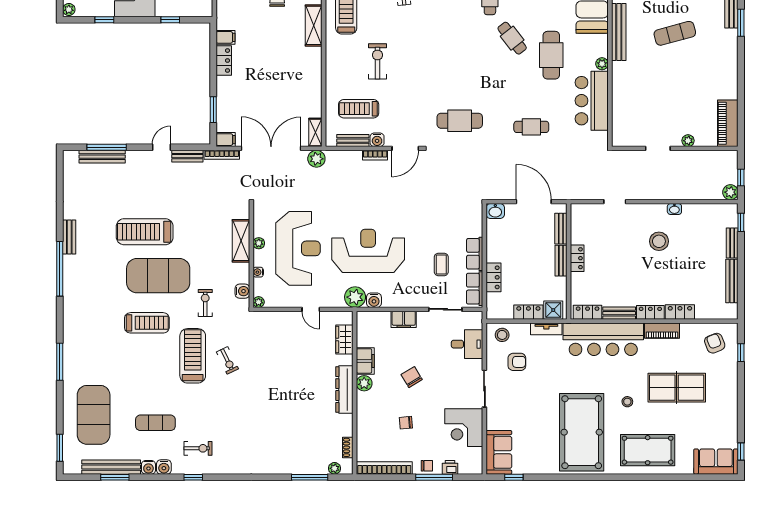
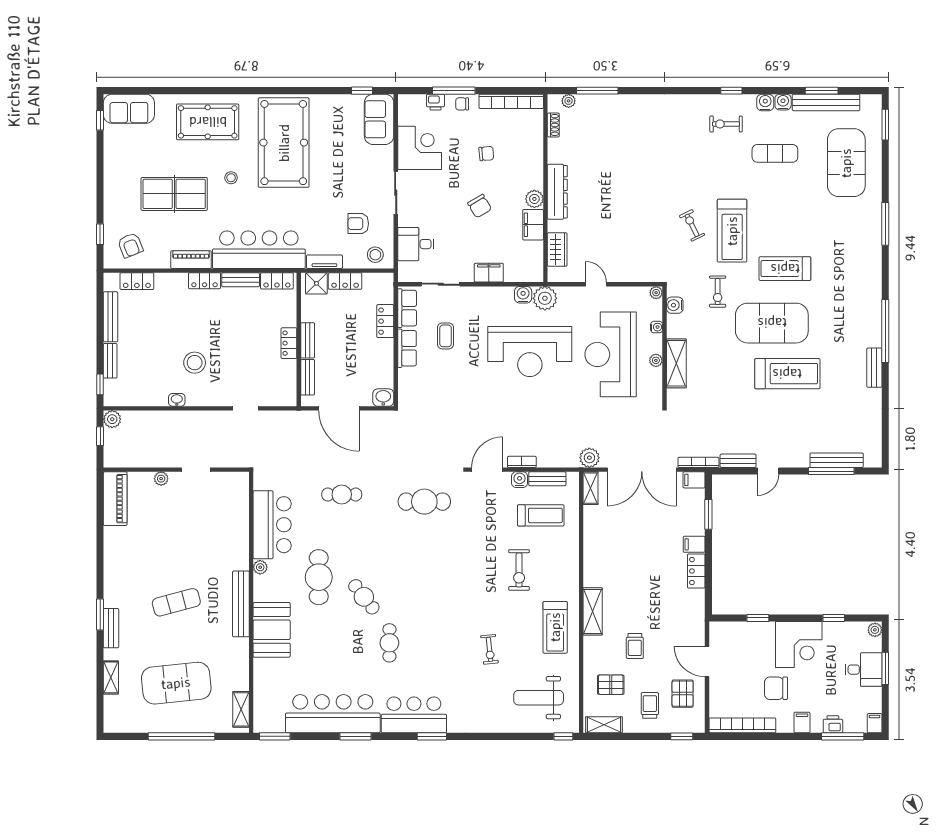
filing cabinet: (226, 37) -> (694, 544), moved
locker: (680, 312) -> (137, 281), moved

